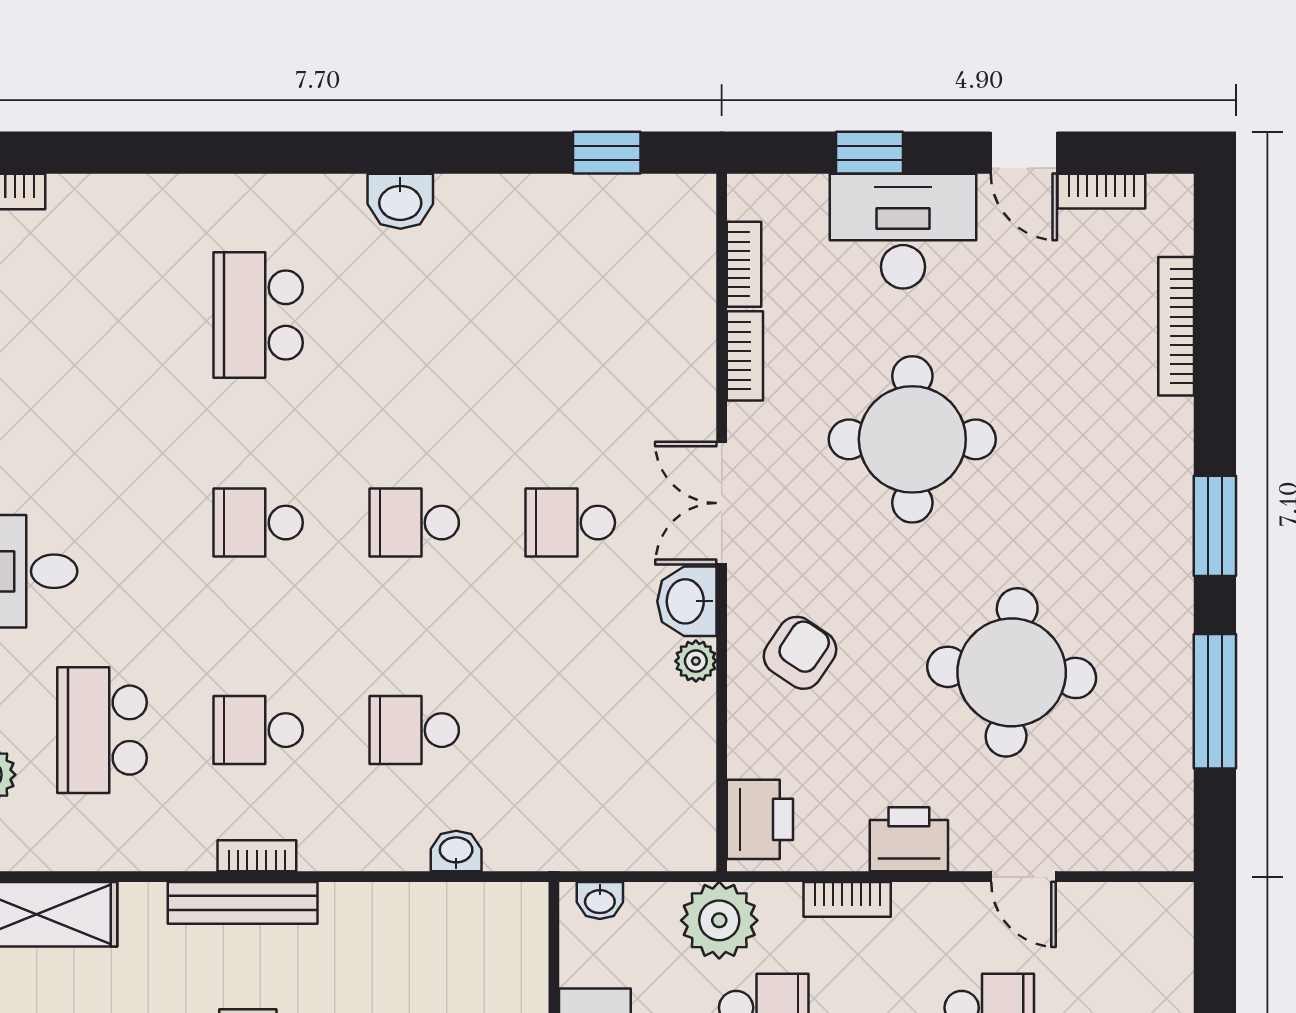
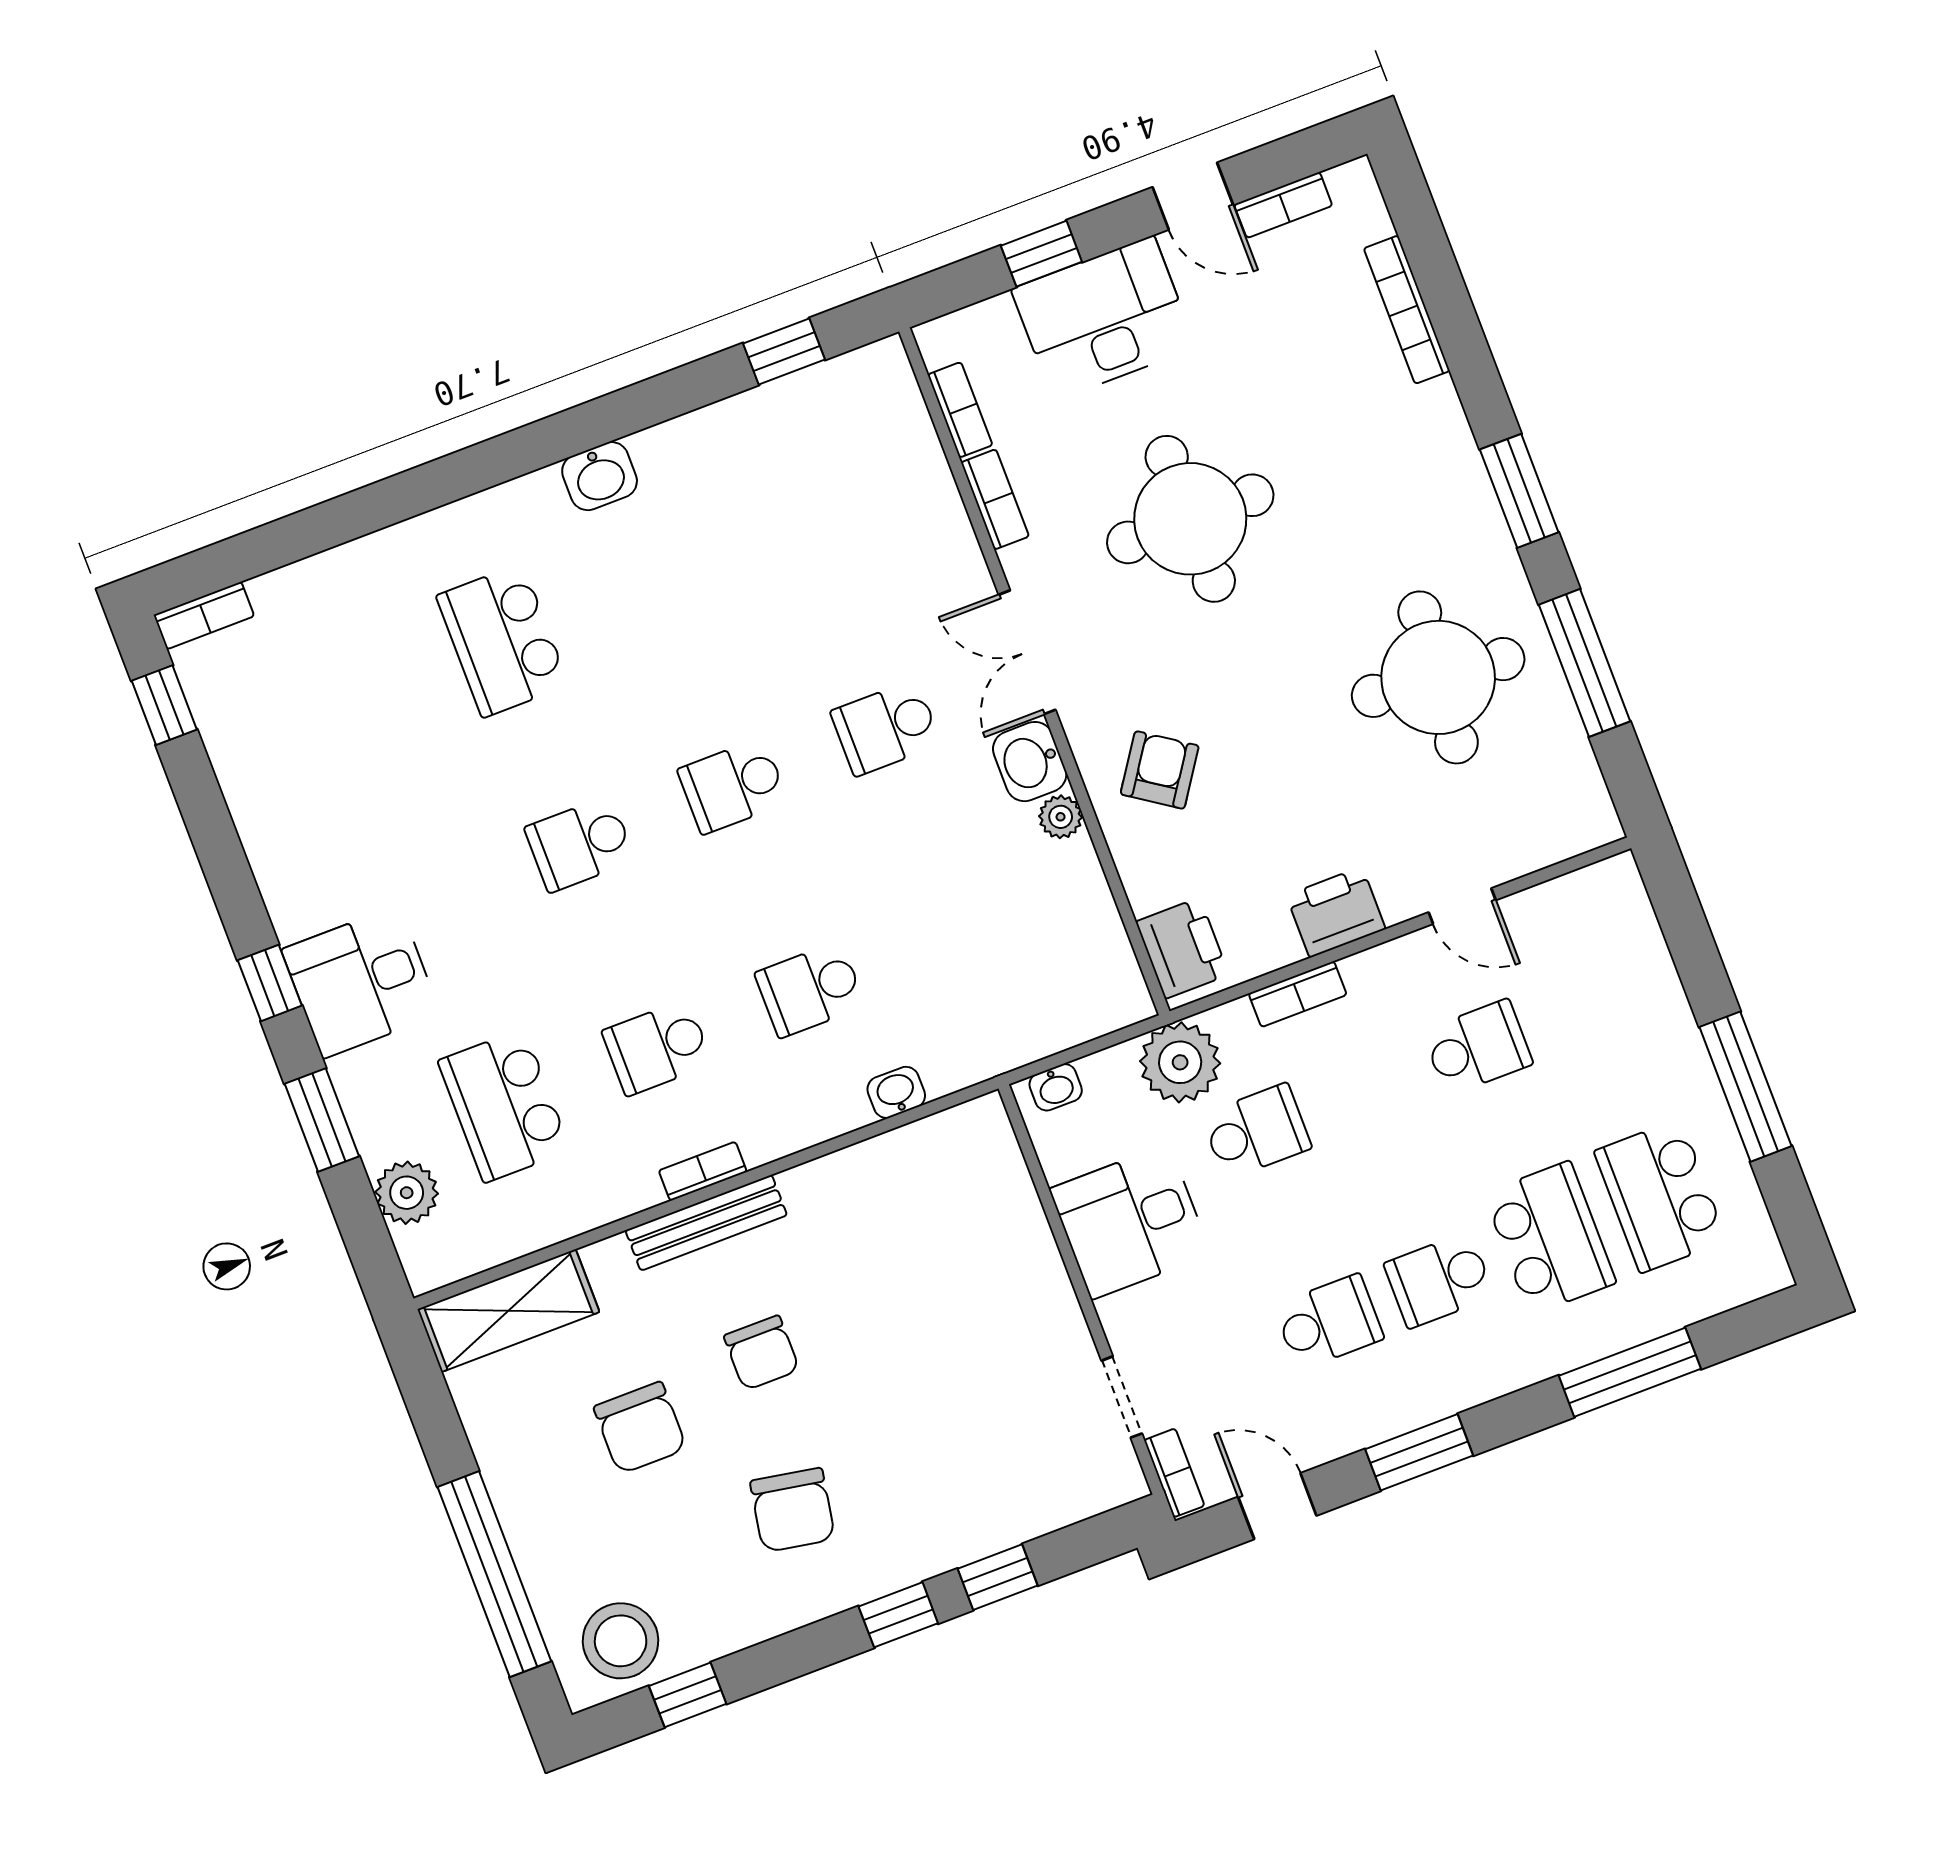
round table: (1012, 672) -> (1438, 677), moved

